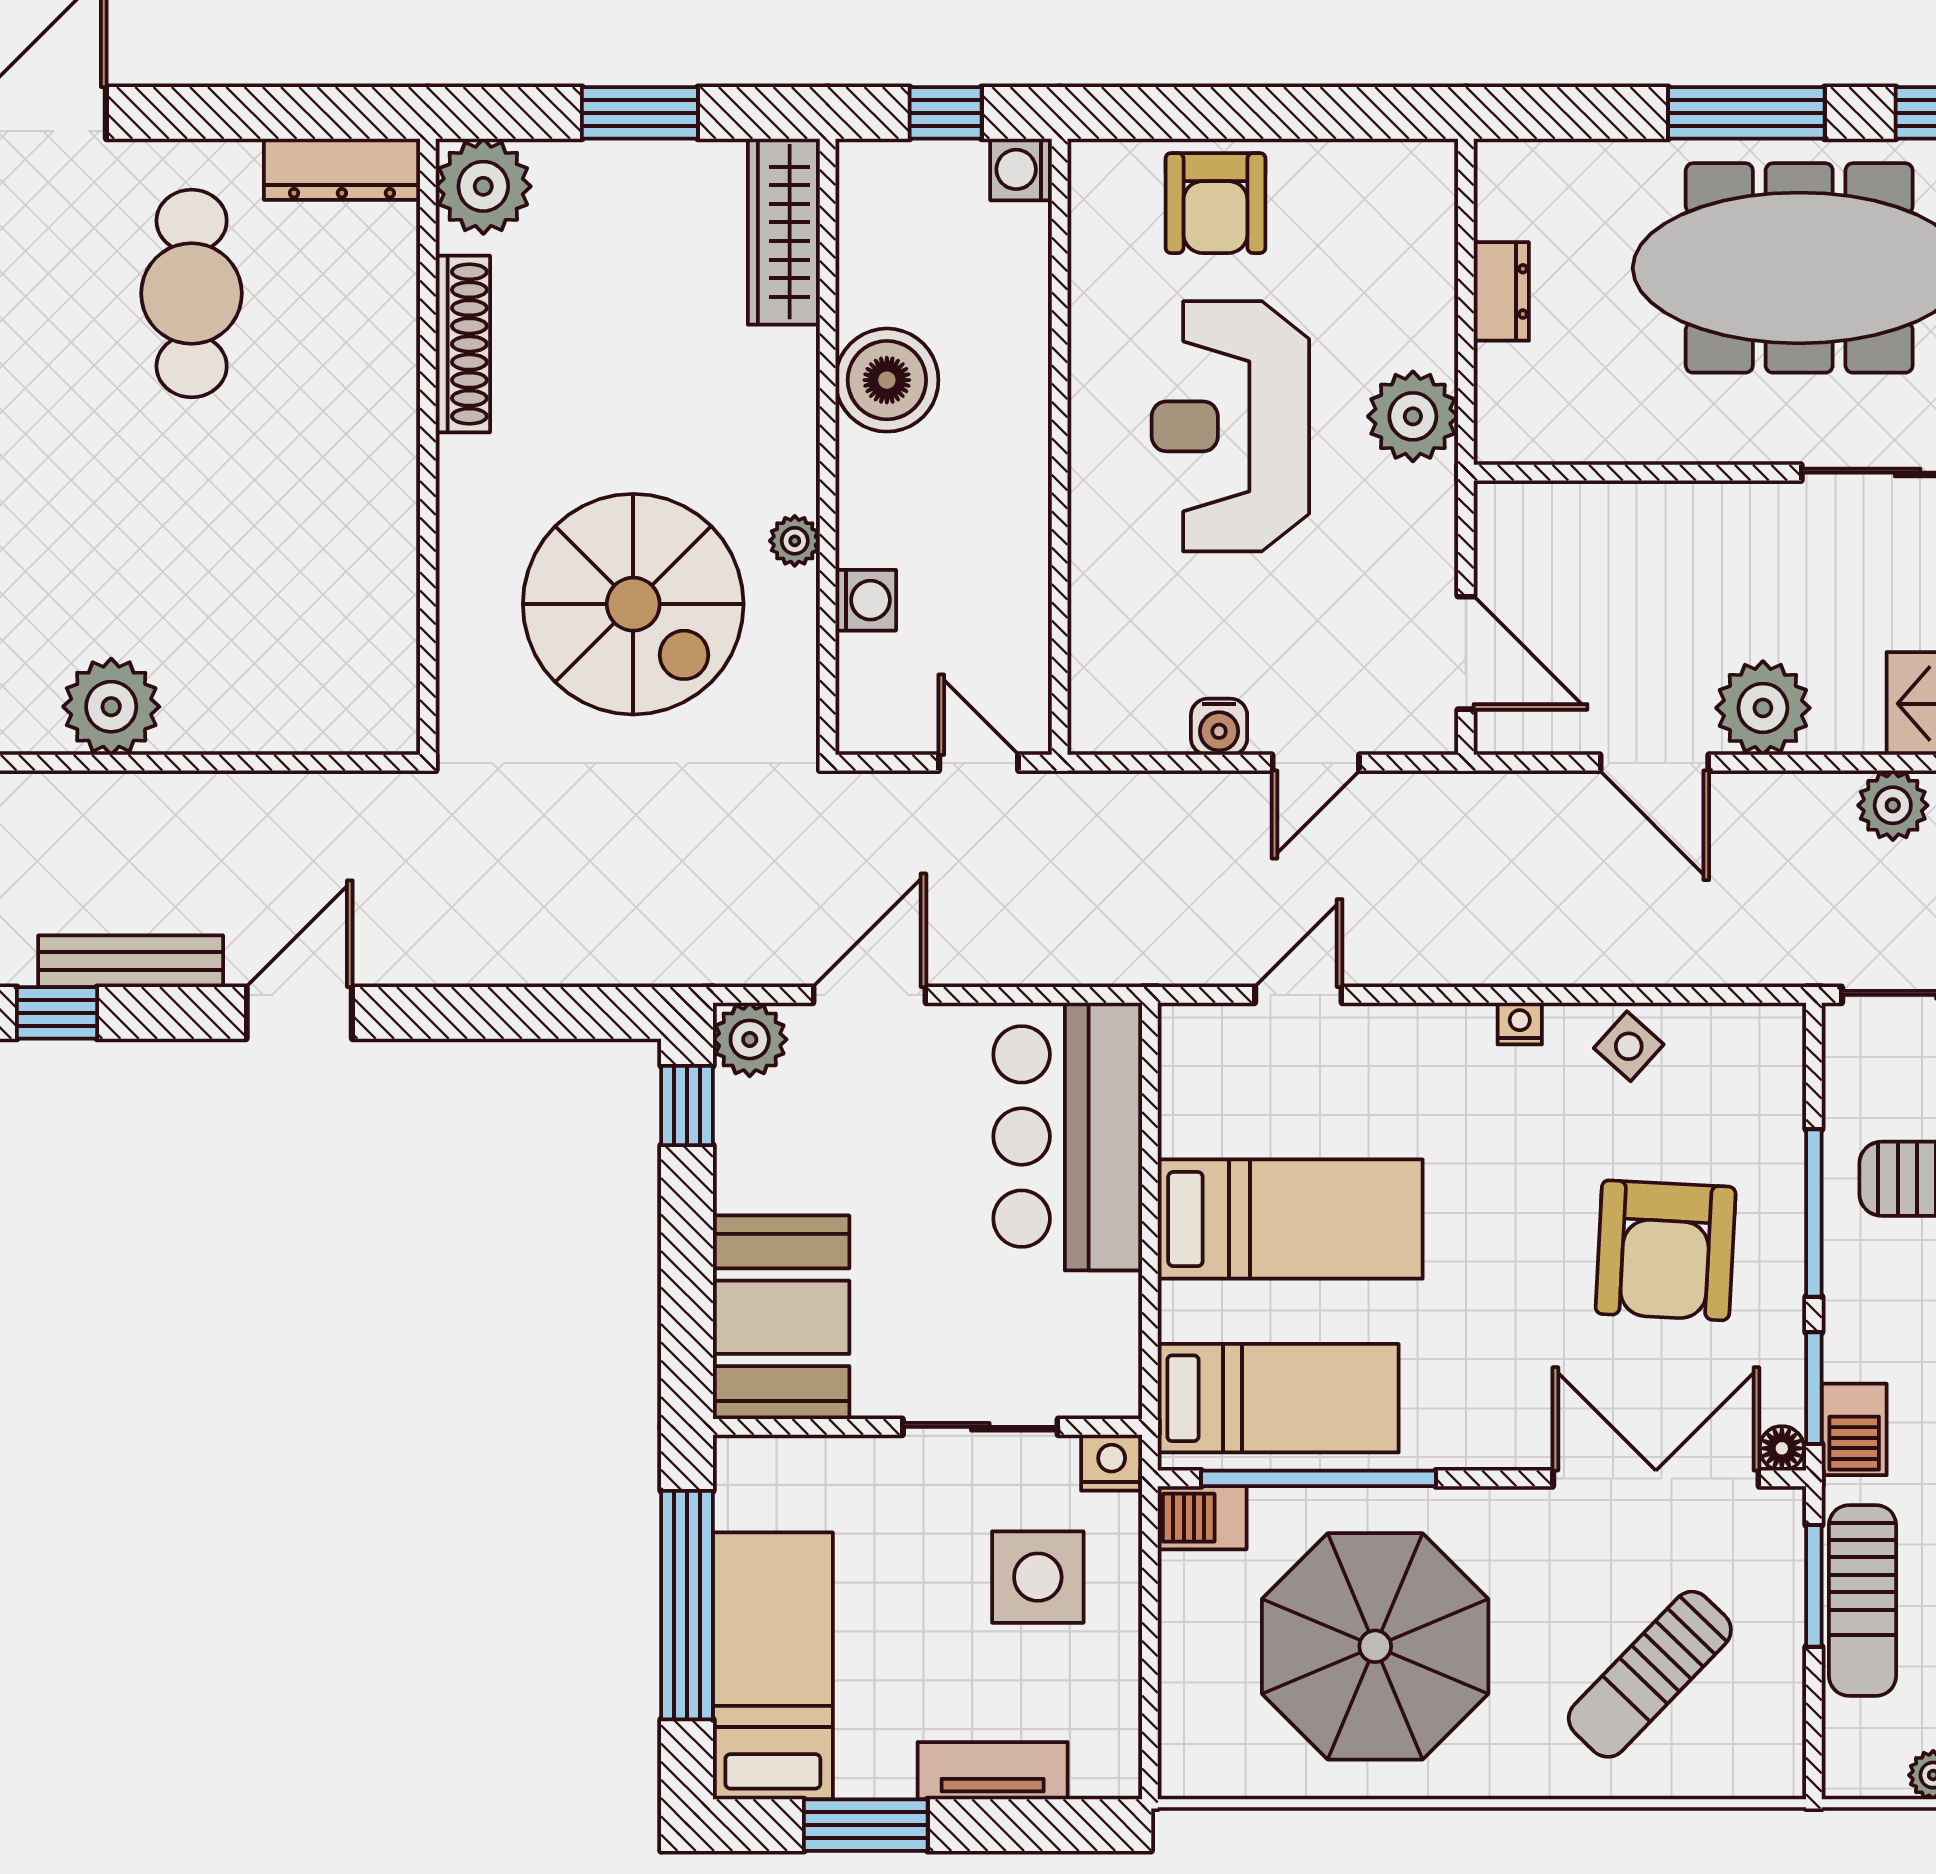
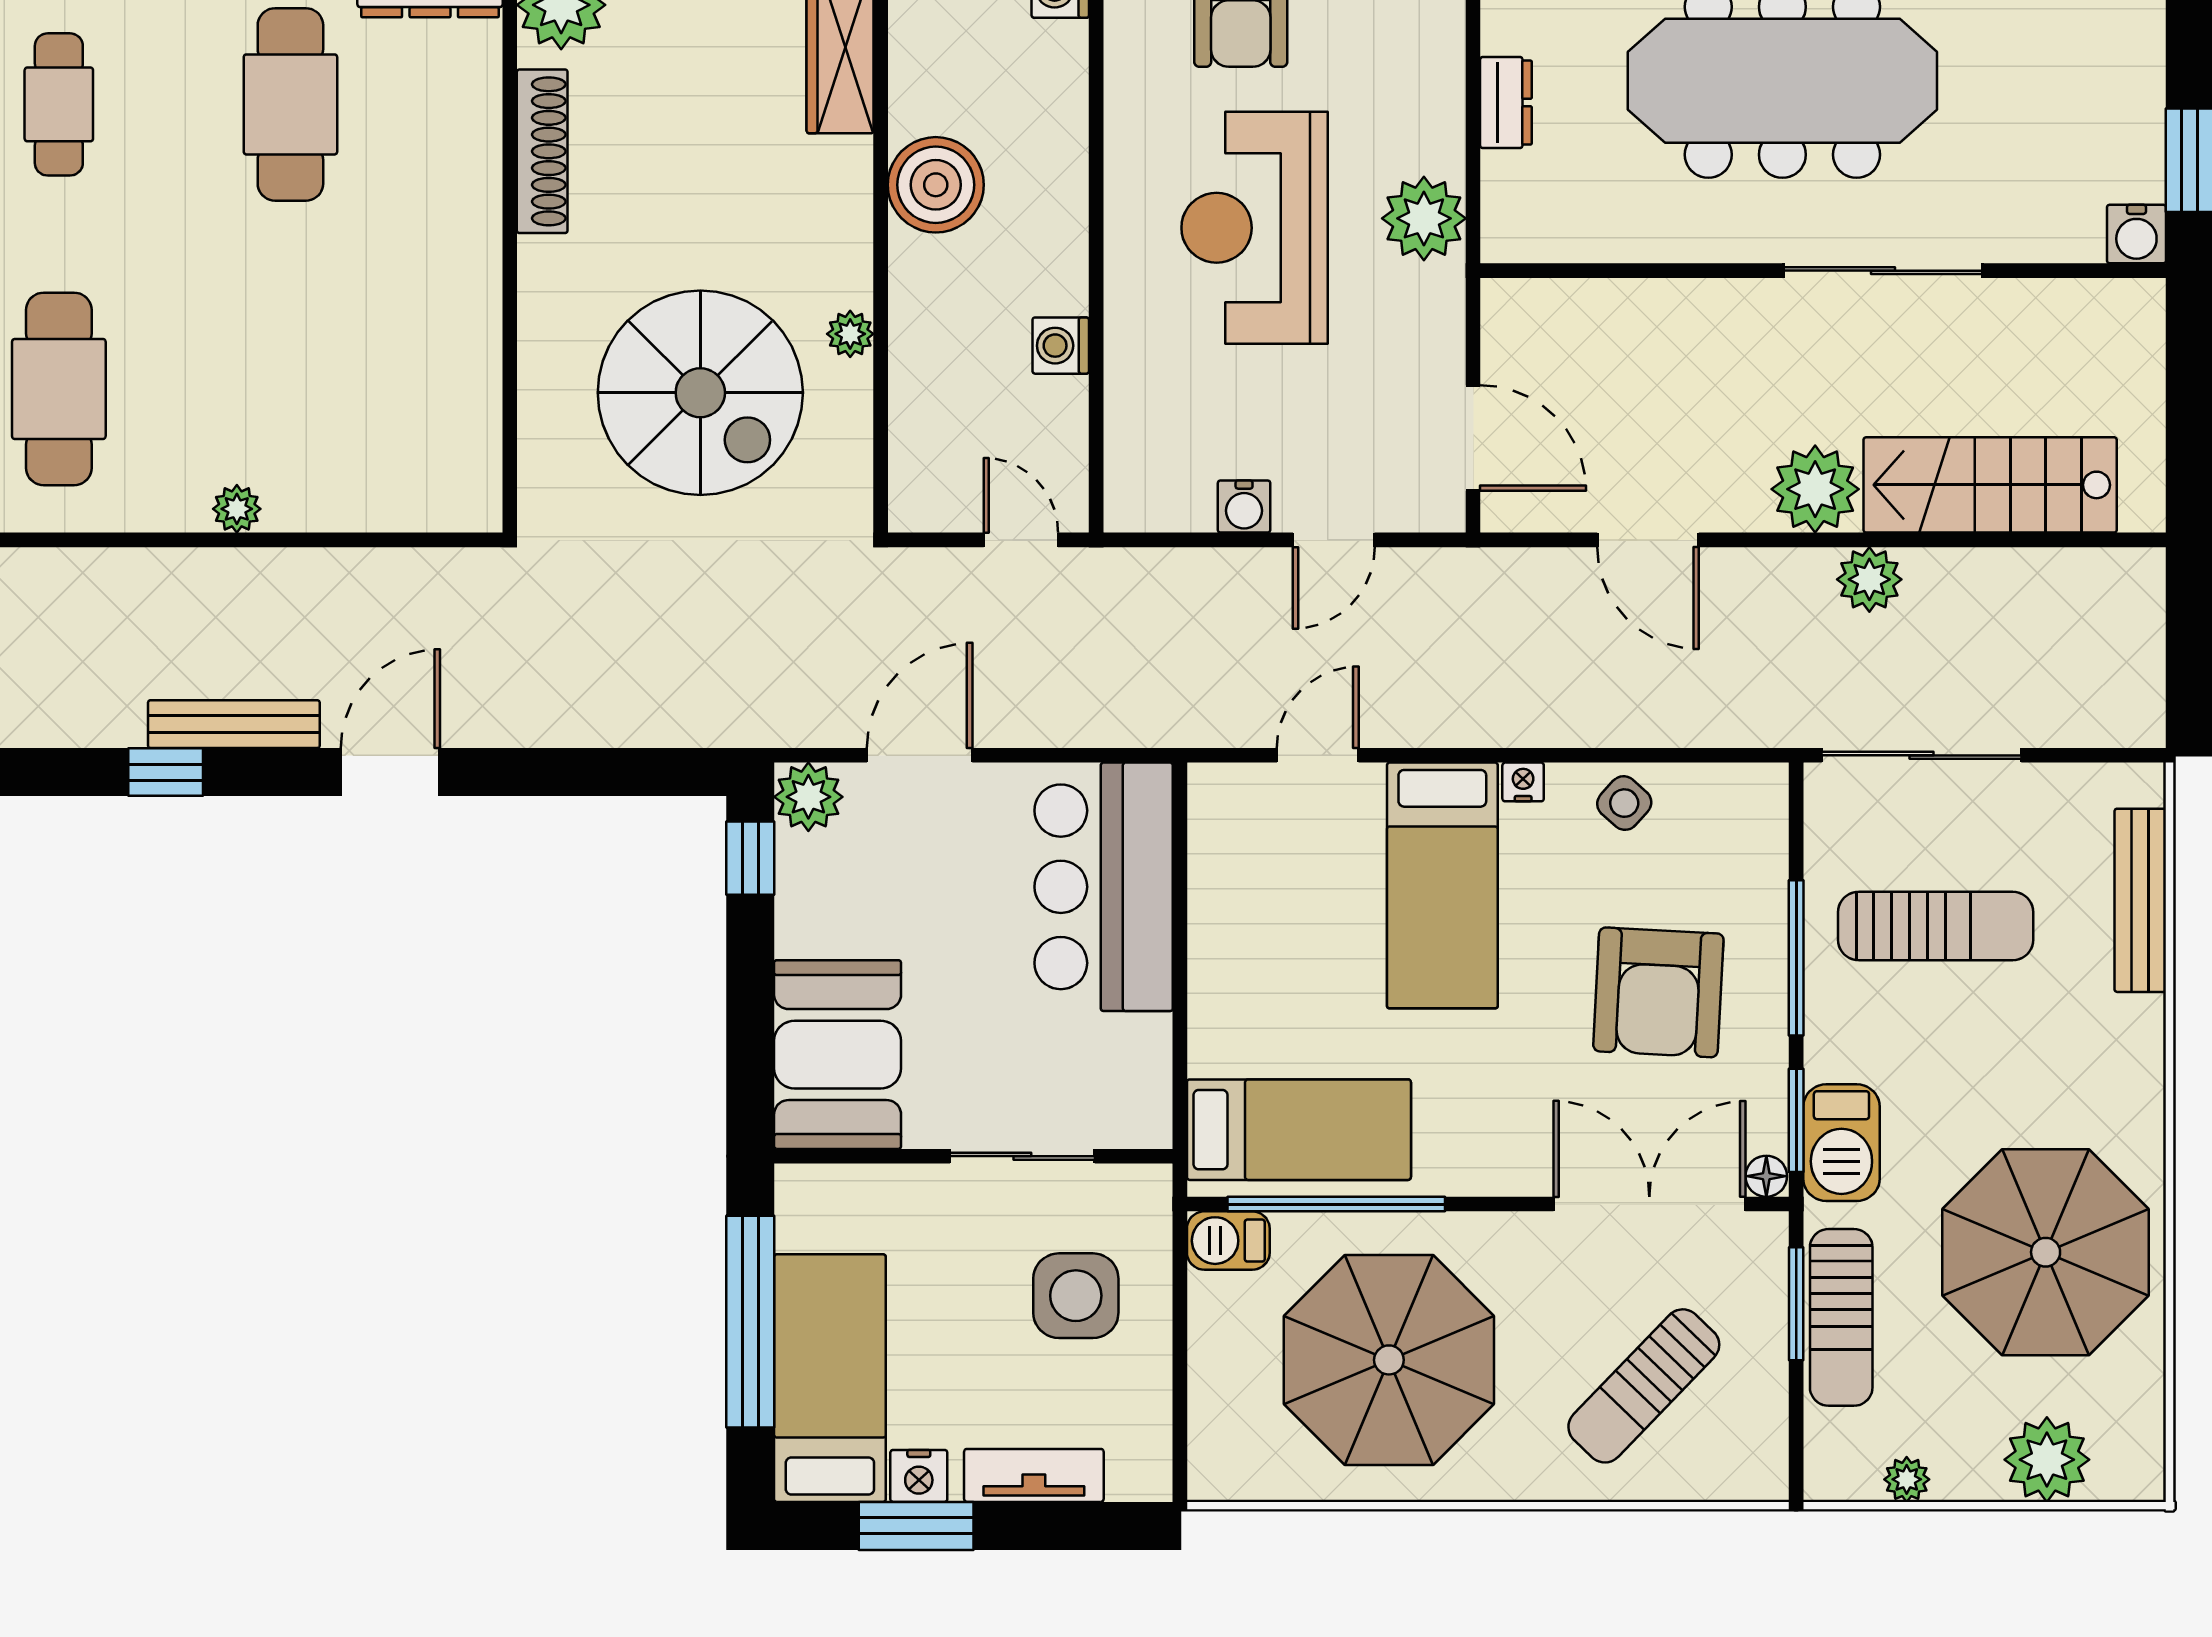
washing machine: (866, 600) -> (1061, 346), moved, turned 180
plant: (111, 707) -> (237, 509), width x0.53, depth x0.53
plant: (1763, 708) -> (1815, 489), moved
bed: (1290, 1219) -> (1442, 885), moved, turned 90
barbecue: (1854, 1429) -> (1841, 1143), width x1.38, depth x1.27
nightstand: (1112, 1463) -> (919, 1476), moved, turned 180

